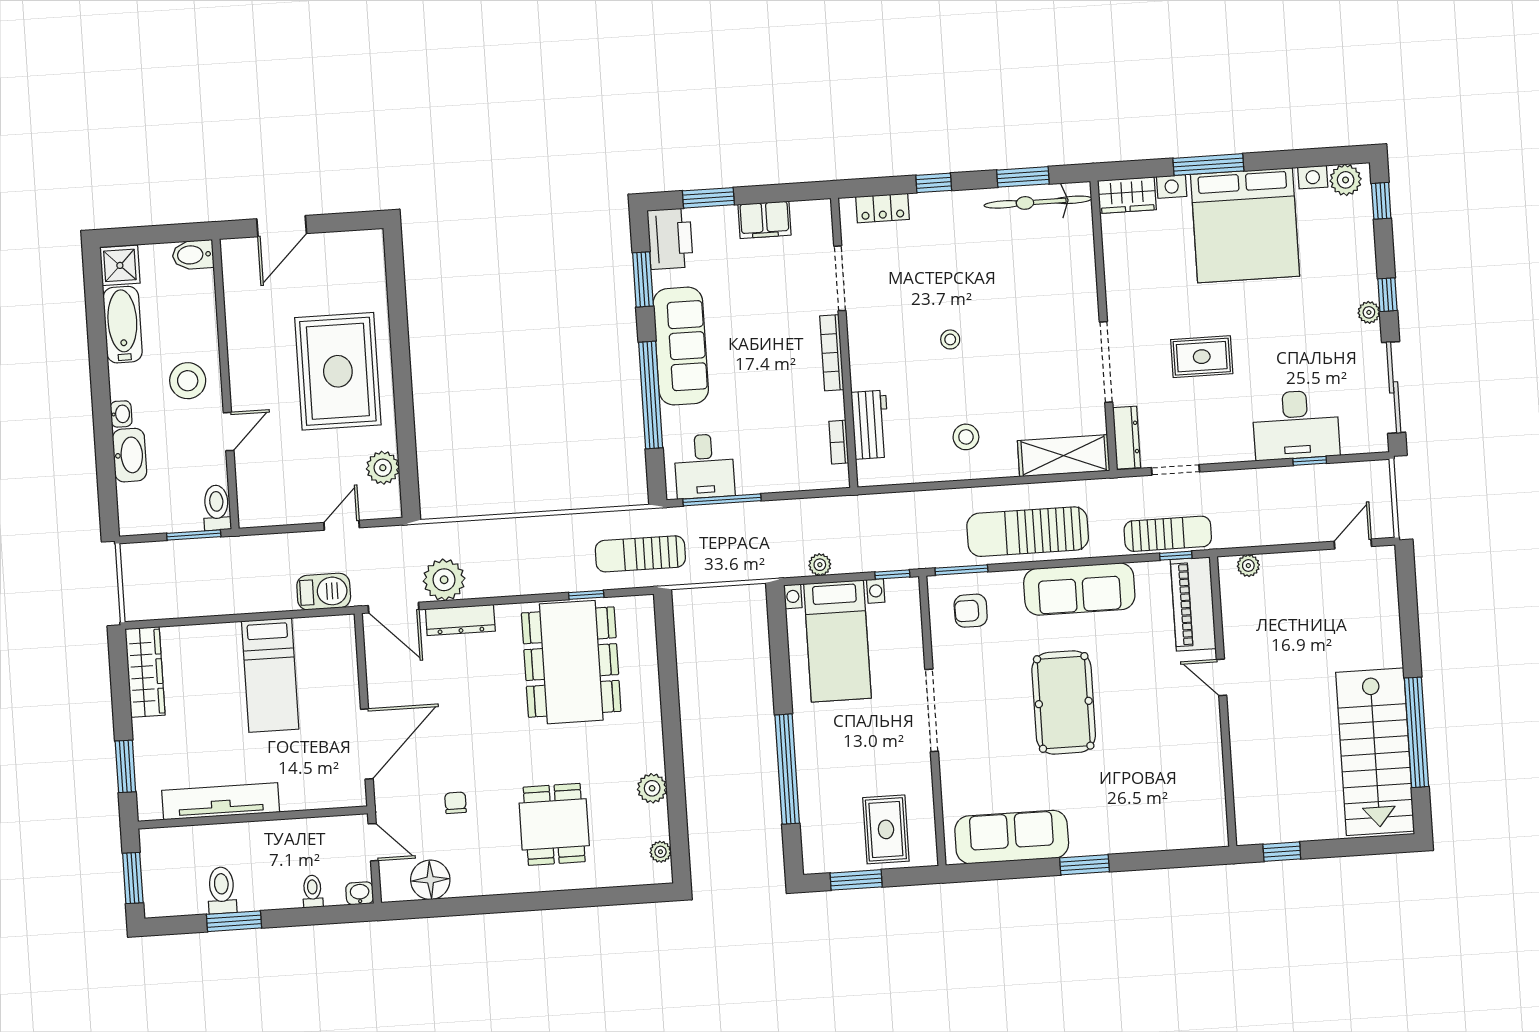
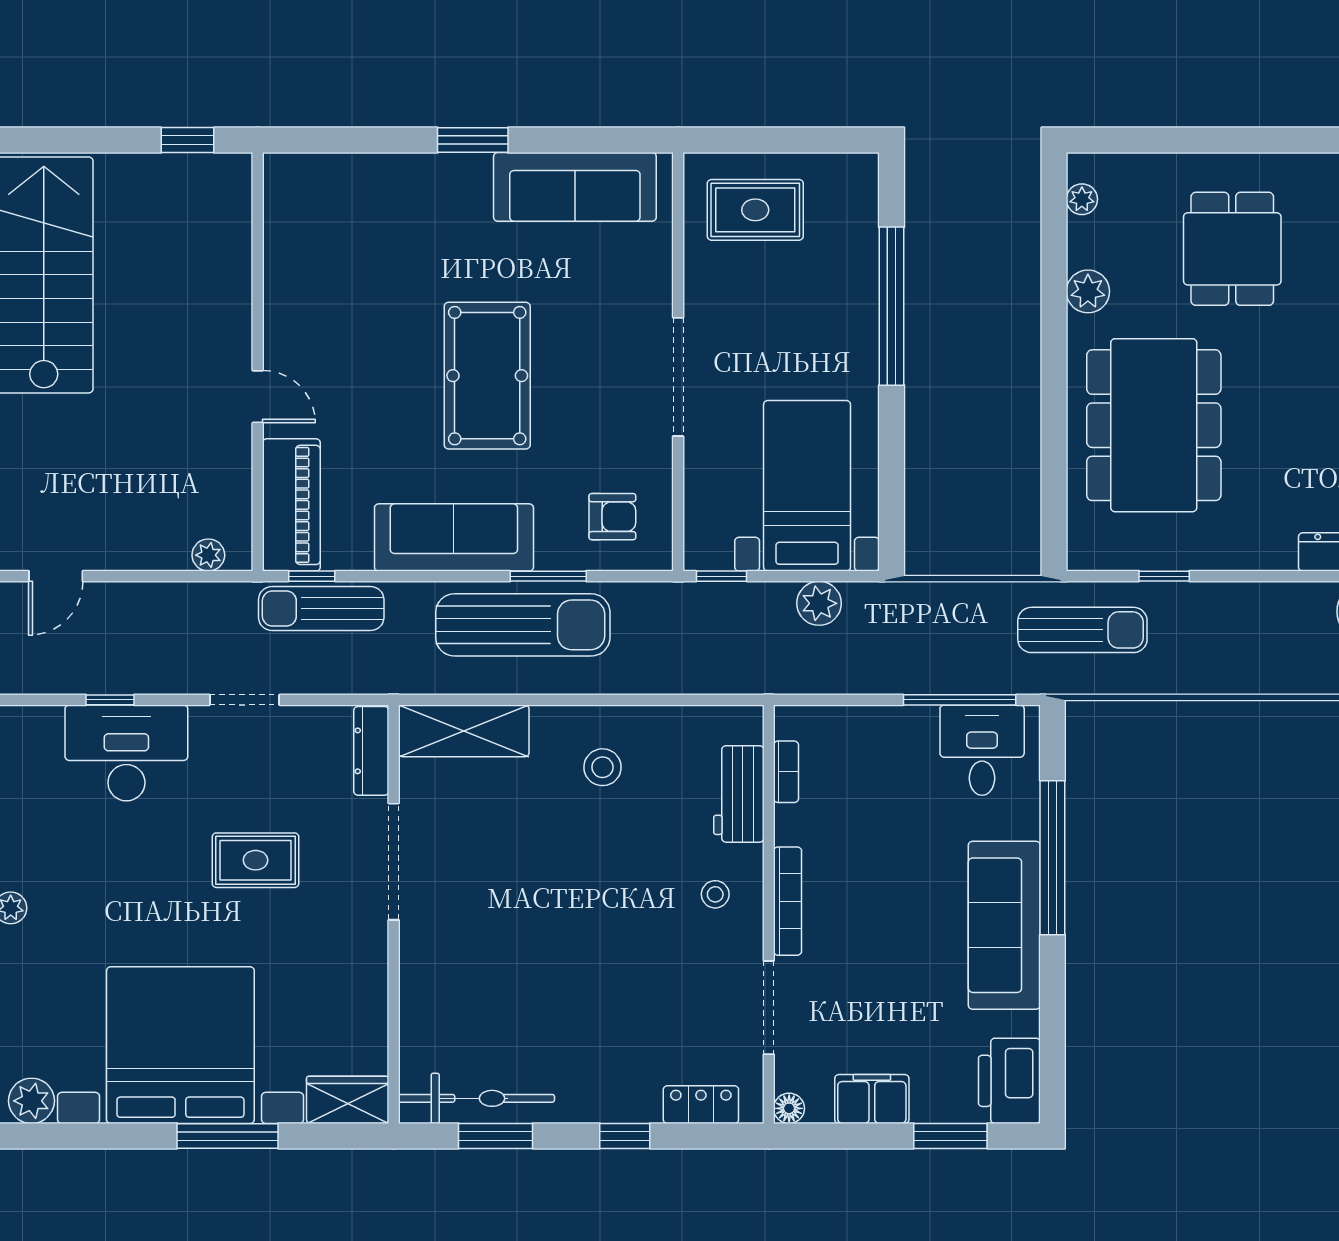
floor lamp: (821, 210) -> (789, 1108), added
window: (643, 279) -> (1052, 1025), removed
stool: (950, 339) -> (715, 894), moved
doorway: (1176, 470) -> (245, 700), moved
plant: (820, 565) -> (819, 603), width x1.38, depth x1.38
window: (961, 570) -> (548, 576), moved
dining table: (571, 662) -> (1154, 425), moved
rug: (886, 829) -> (755, 210), turned 90
window: (856, 880) -> (803, 140), removed

